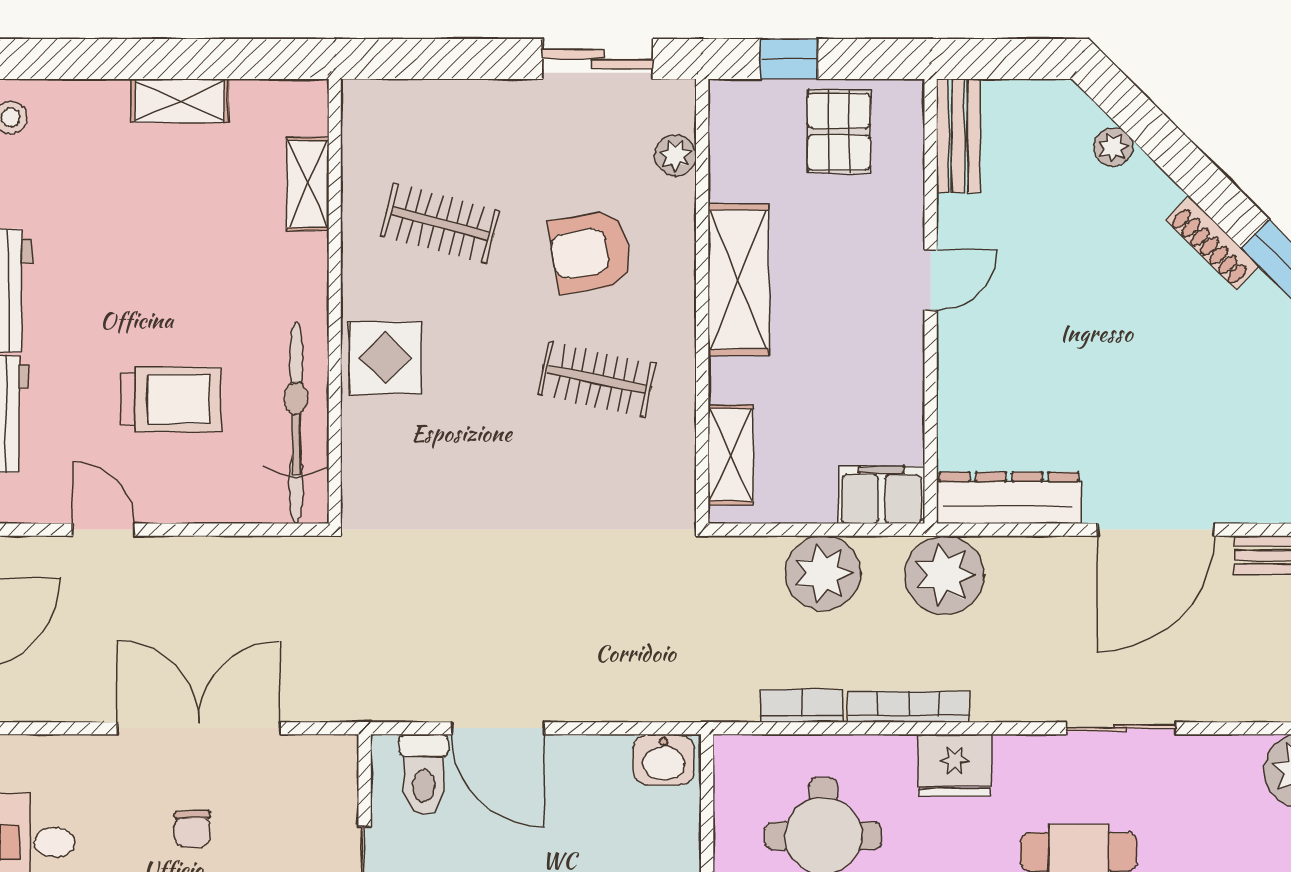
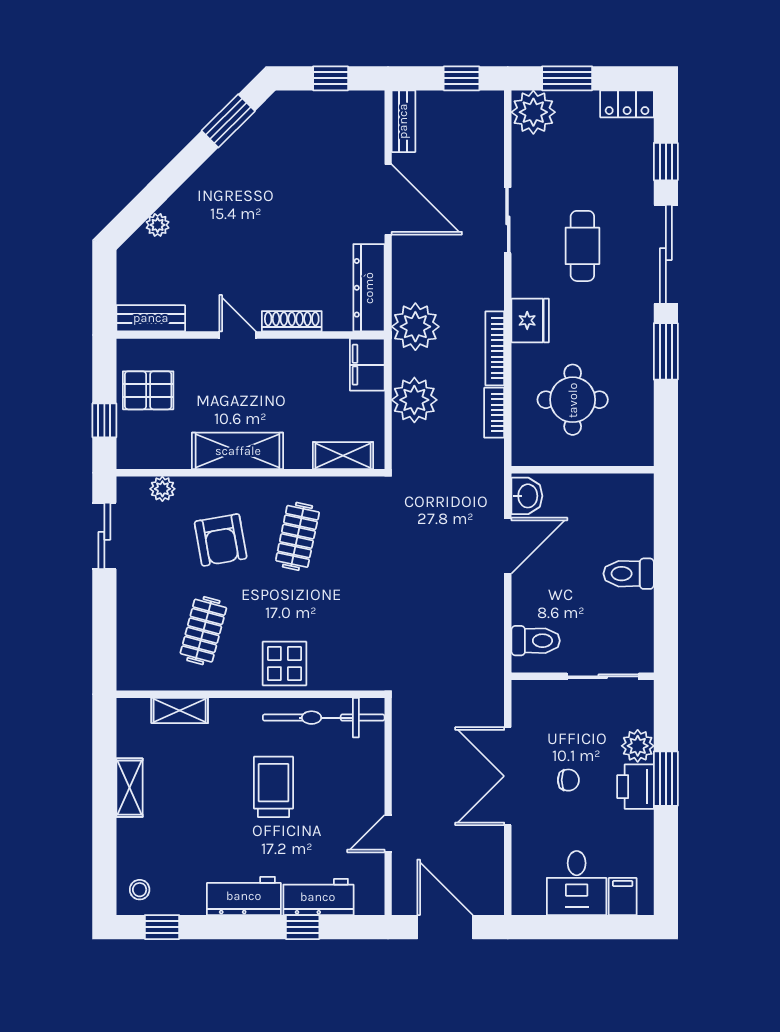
shoe rack: (1212, 243) -> (292, 321), moved, turned -135
trolley: (171, 399) -> (274, 787), moved
door: (498, 728) -> (508, 546), moved

